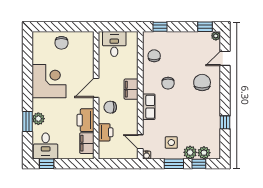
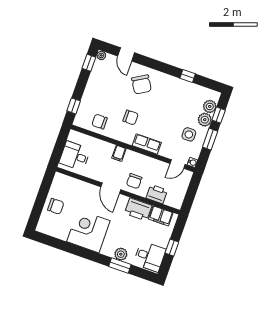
chair: (202, 82) -> (141, 84), turned -121
filing cabinet: (131, 89) -> (119, 153), width x0.50
window: (47, 164) -> (172, 248), moved

